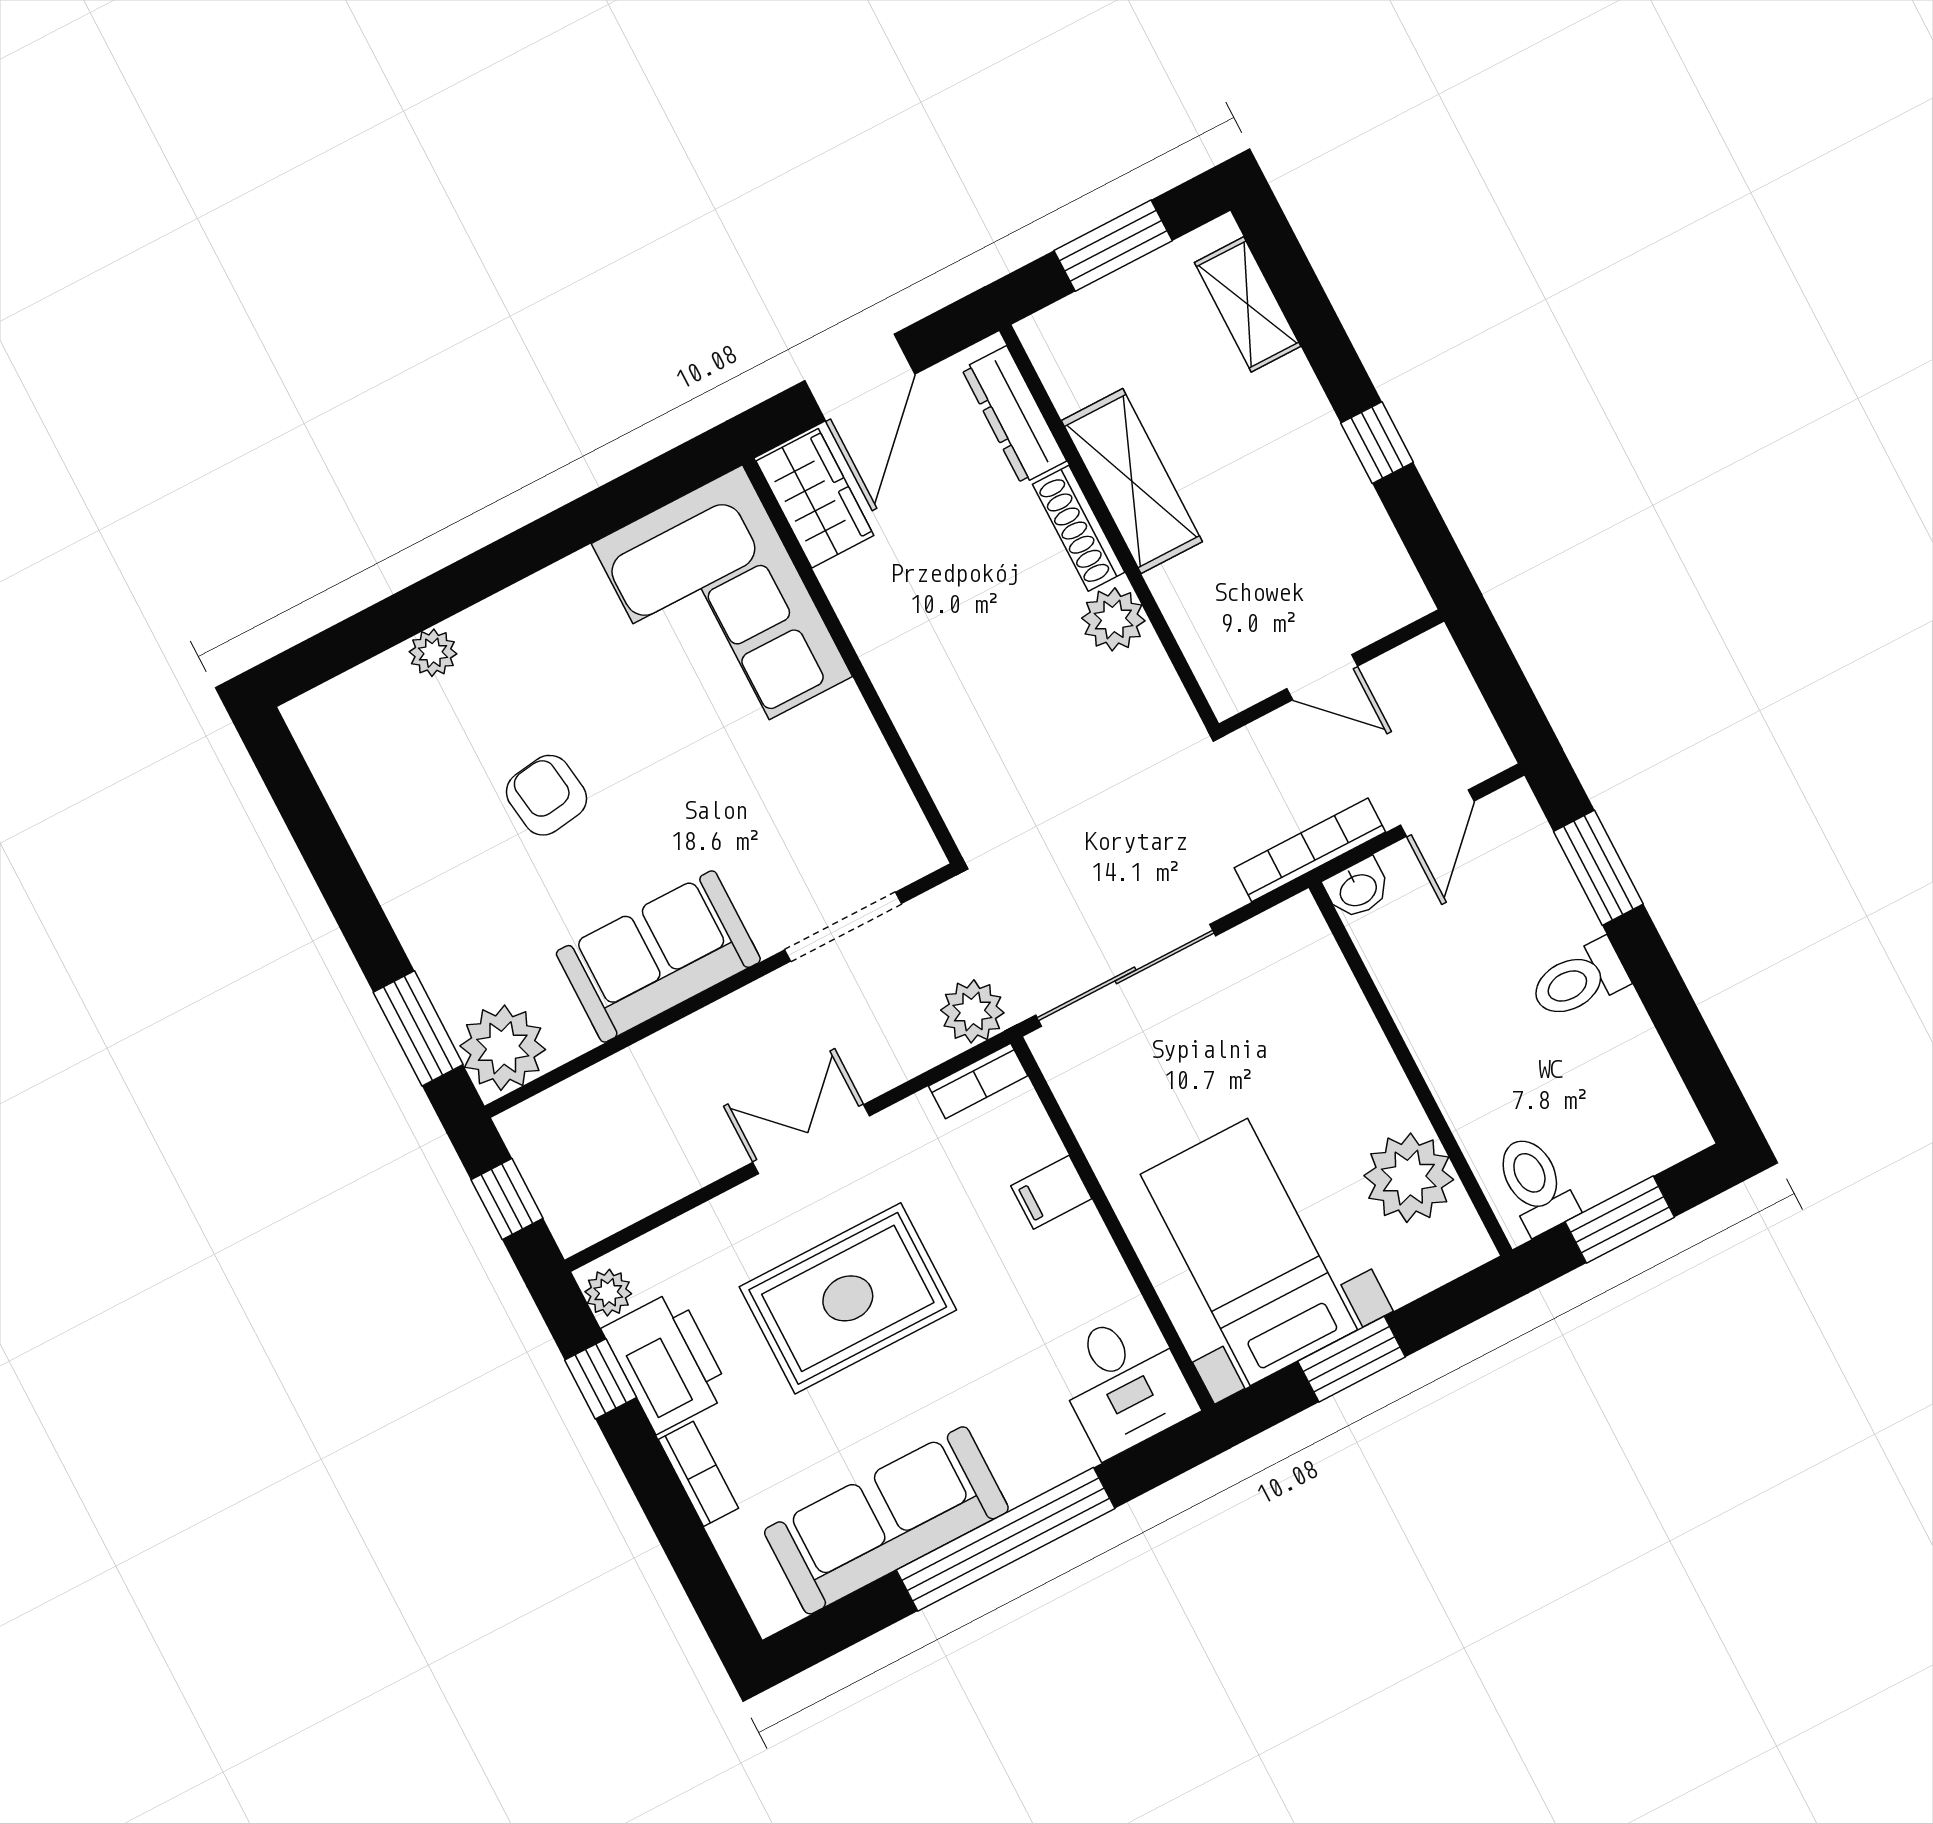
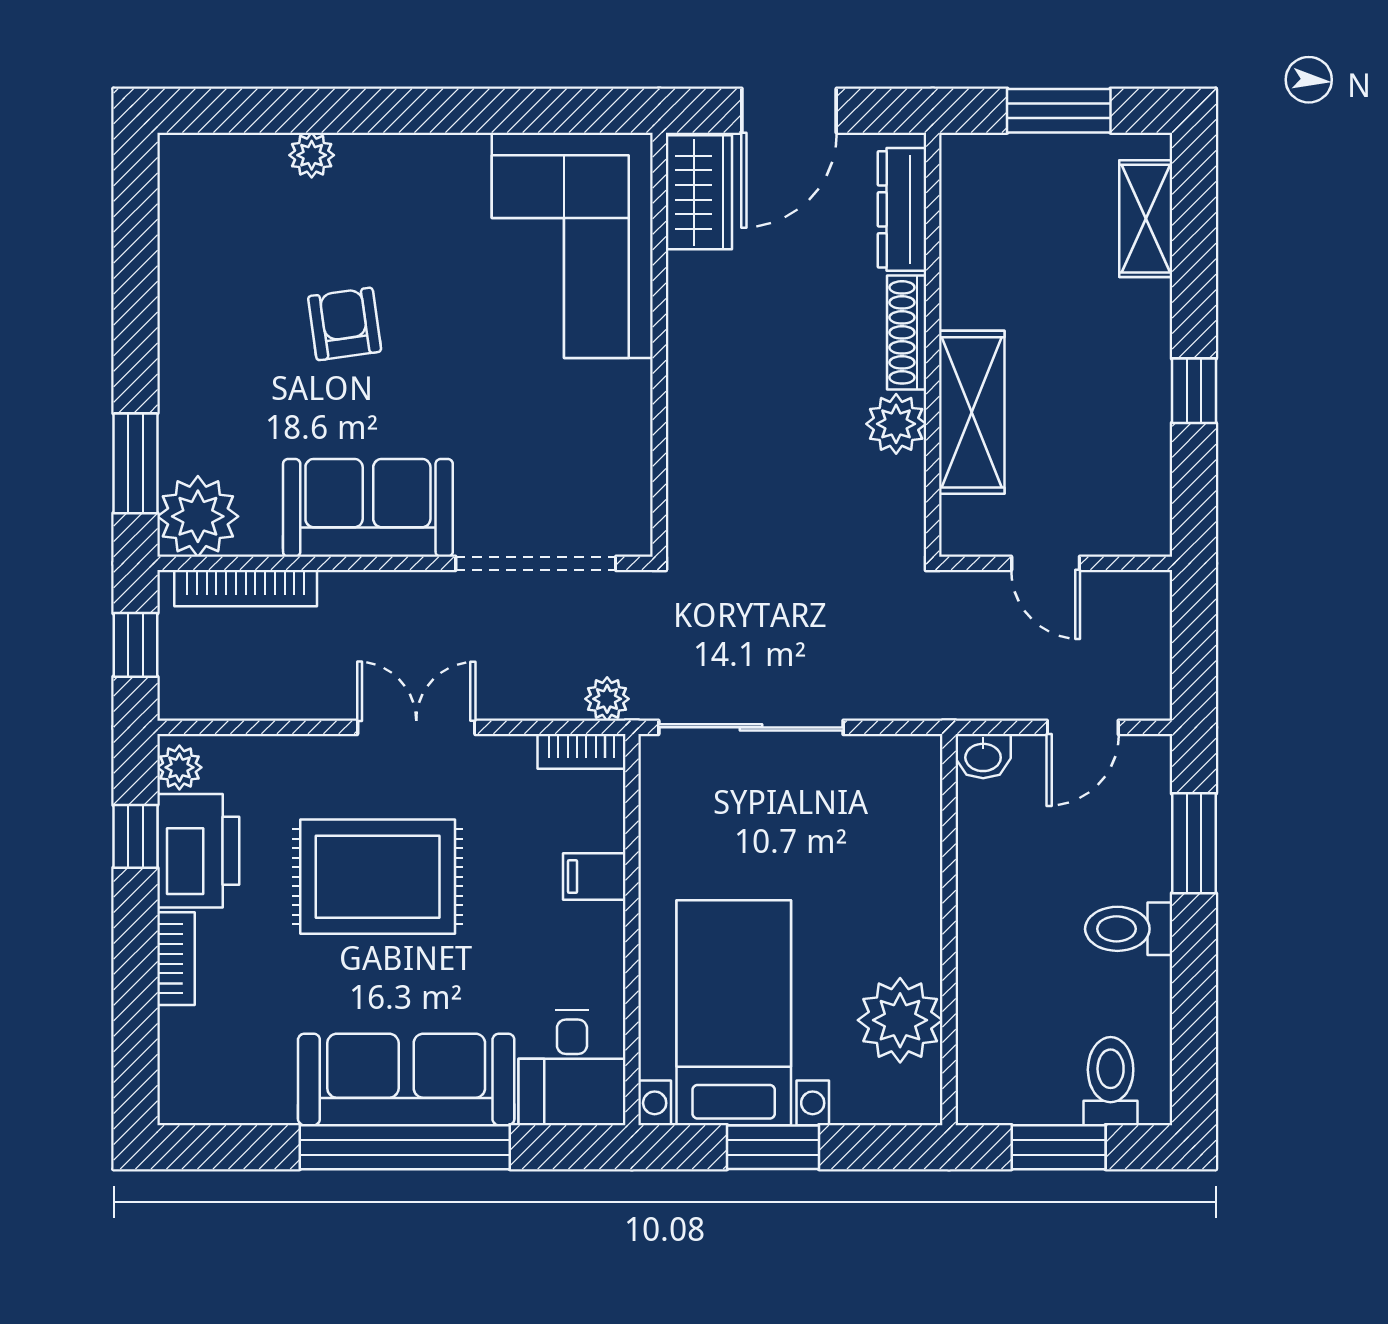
shelving: (1132, 481) -> (972, 412), moved
bookcase: (1310, 850) -> (246, 588), moved, turned 180
doorway: (843, 927) -> (536, 563), width x1.36
plant: (972, 1011) -> (607, 699), width x0.73, depth x0.73
toilet: (1535, 1185) -> (1111, 1081), moved
sofa: (886, 1520) -> (406, 1079), moved

